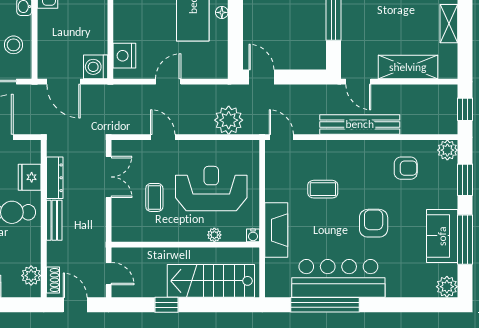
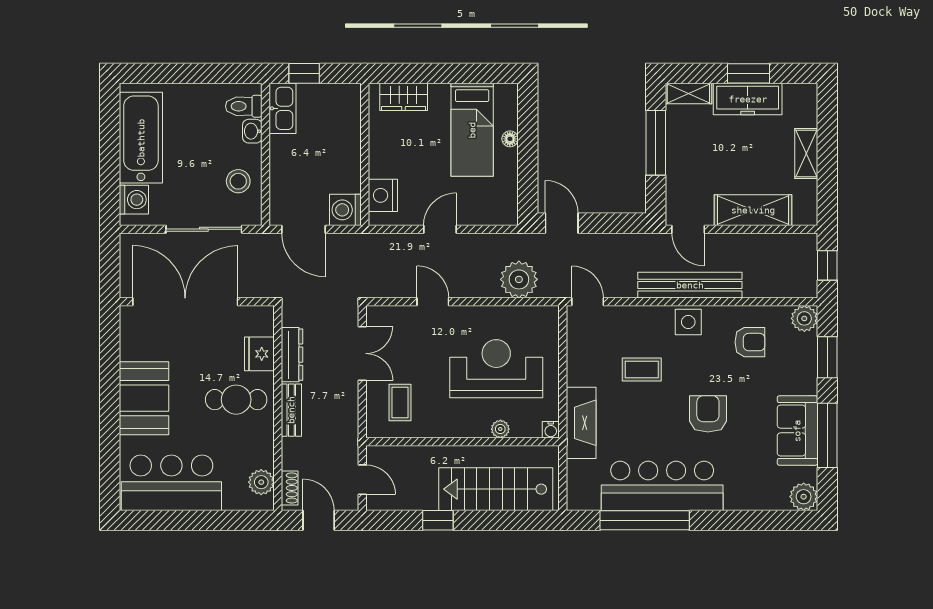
side table: (358, 153) -> (688, 322), added
coffee table: (154, 197) -> (400, 402), moved

